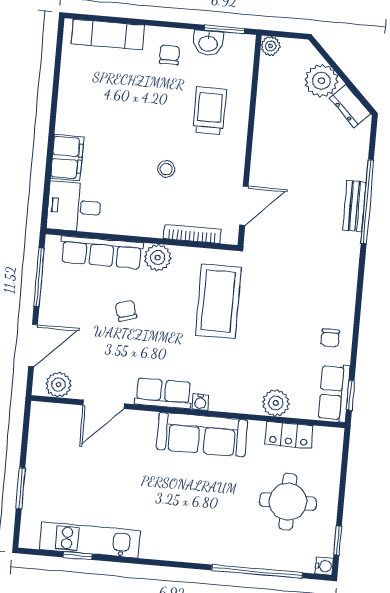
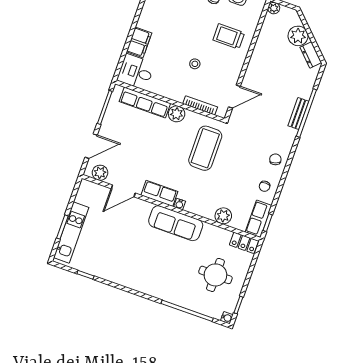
trolley: (210, 111) -> (229, 36), turned -90
chair: (126, 311) -> (275, 159), moved
locker: (289, 435) -> (244, 243), moved
kitchen unit: (90, 540) -> (71, 233), moved, turned 90

